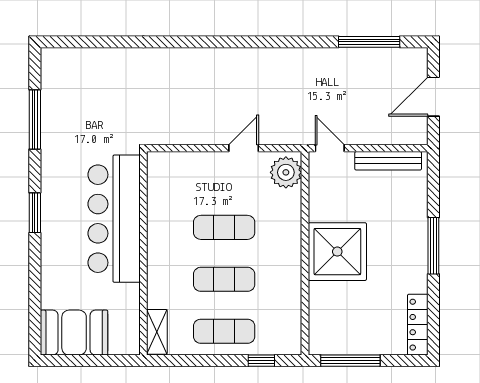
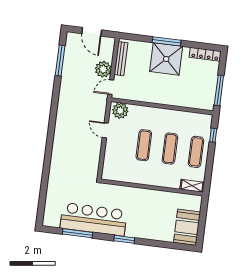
plant: (363, 129) -> (103, 69), added
bar counter: (114, 219) -> (94, 219), moved, turned 180
shower: (337, 252) -> (166, 59), moved

